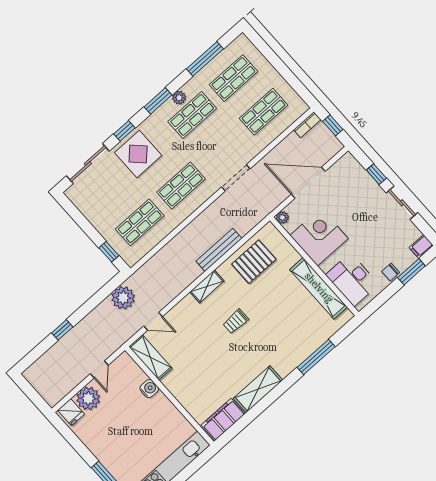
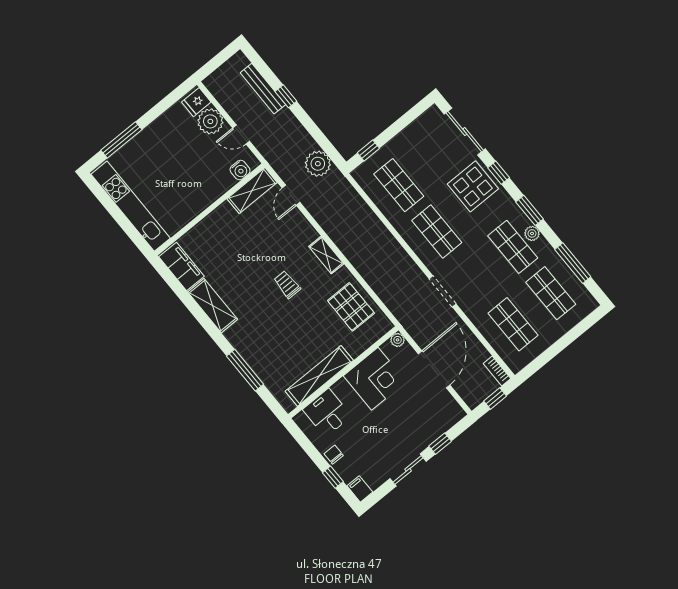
bench: (219, 250) -> (263, 89), moved
window: (411, 272) -> (333, 477), width x0.67
desk: (352, 280) -> (327, 413), width x0.73
water cooler: (149, 389) -> (240, 170), moved

